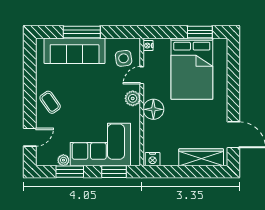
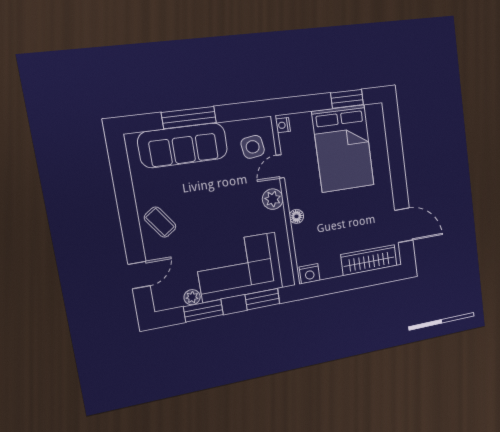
floor lamp: (153, 109) -> (296, 216), width x0.53, depth x0.53

